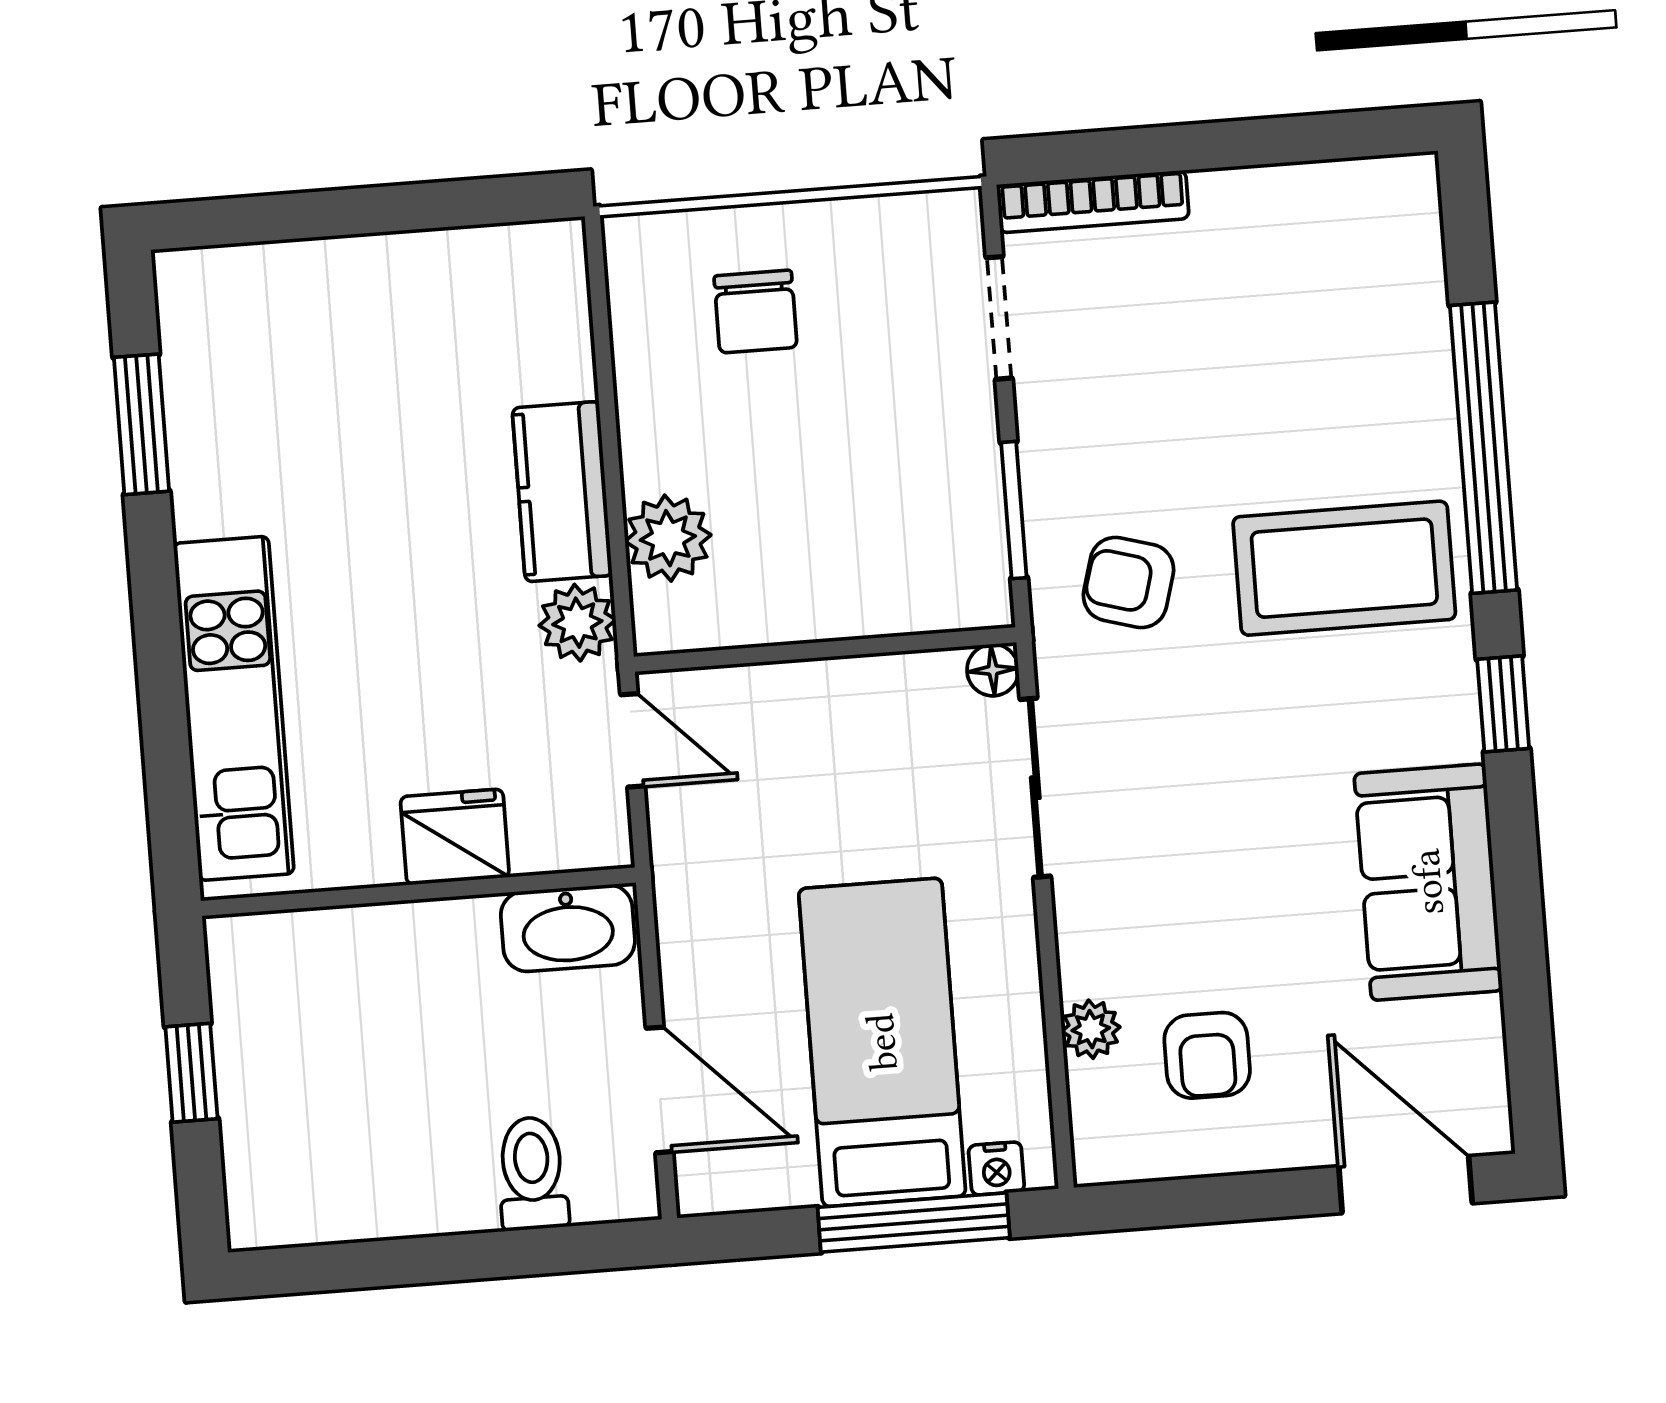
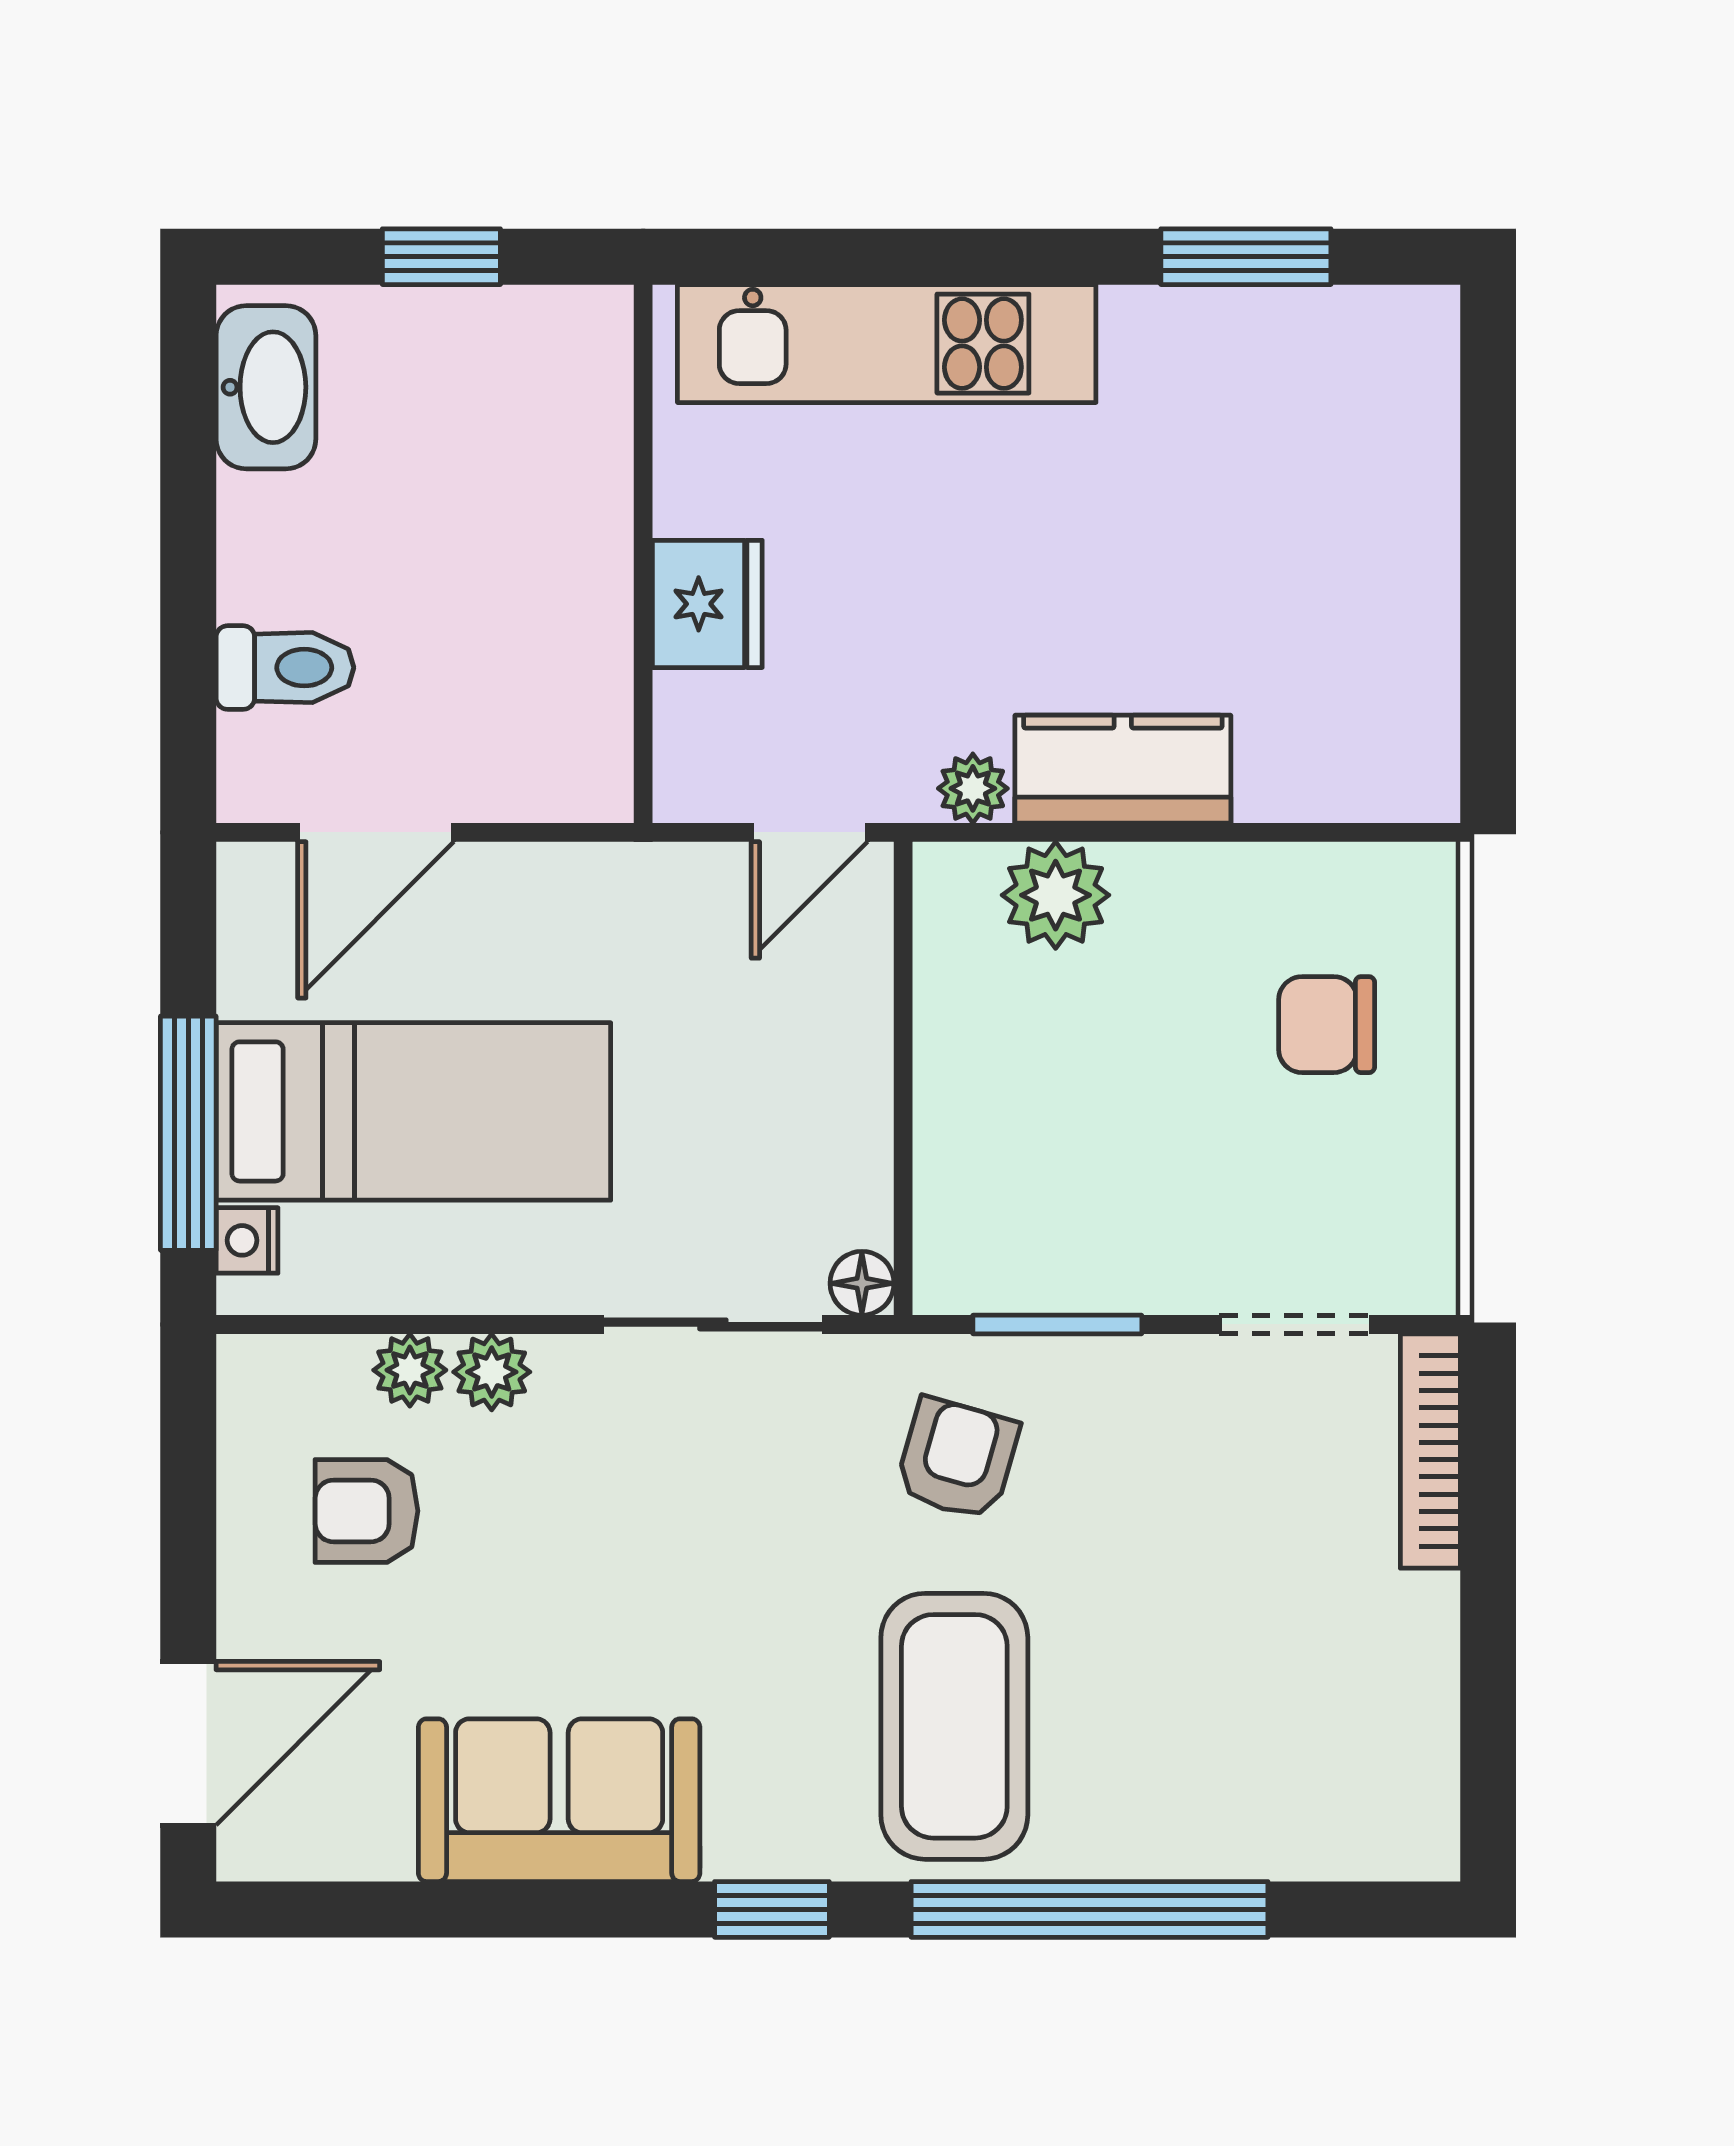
plant: (577, 623) -> (973, 788), width x0.73, depth x0.73
washbasin: (568, 928) -> (266, 387), moved, turned 180
plant: (1087, 963) -> (492, 1372), added

